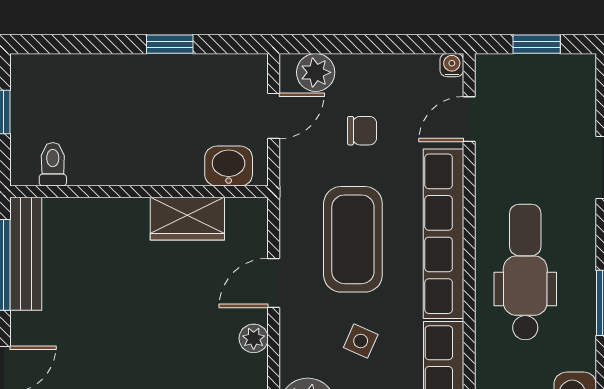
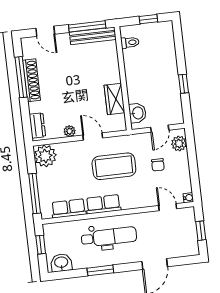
door: (274, 116) -> (160, 129), hinge flipped
row of seats: (443, 234) -> (103, 204), width x0.50
side table: (361, 341) -> (74, 174), removed

